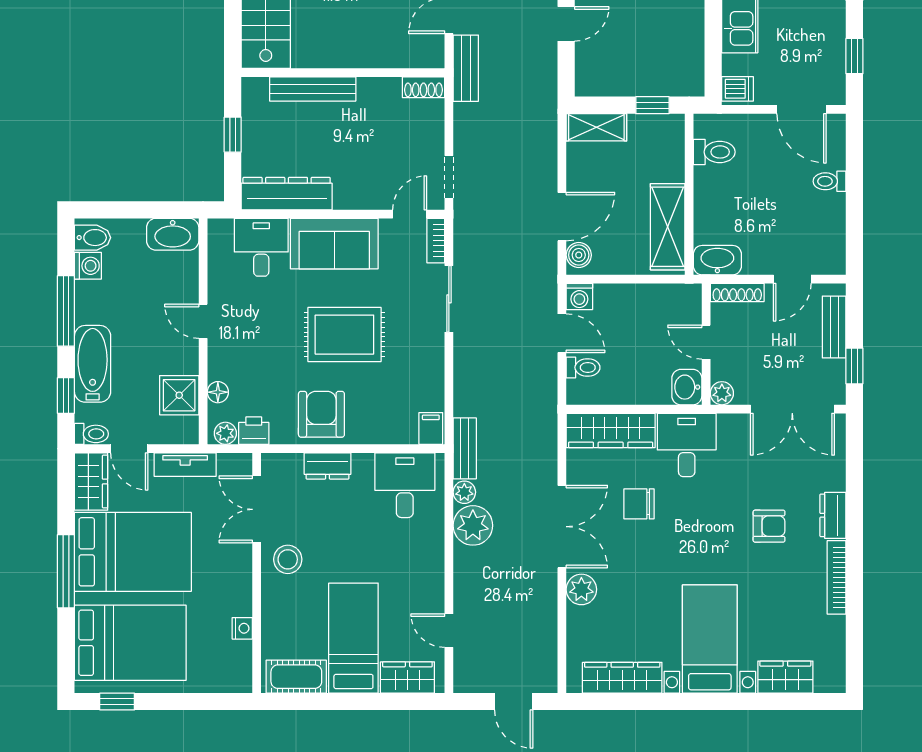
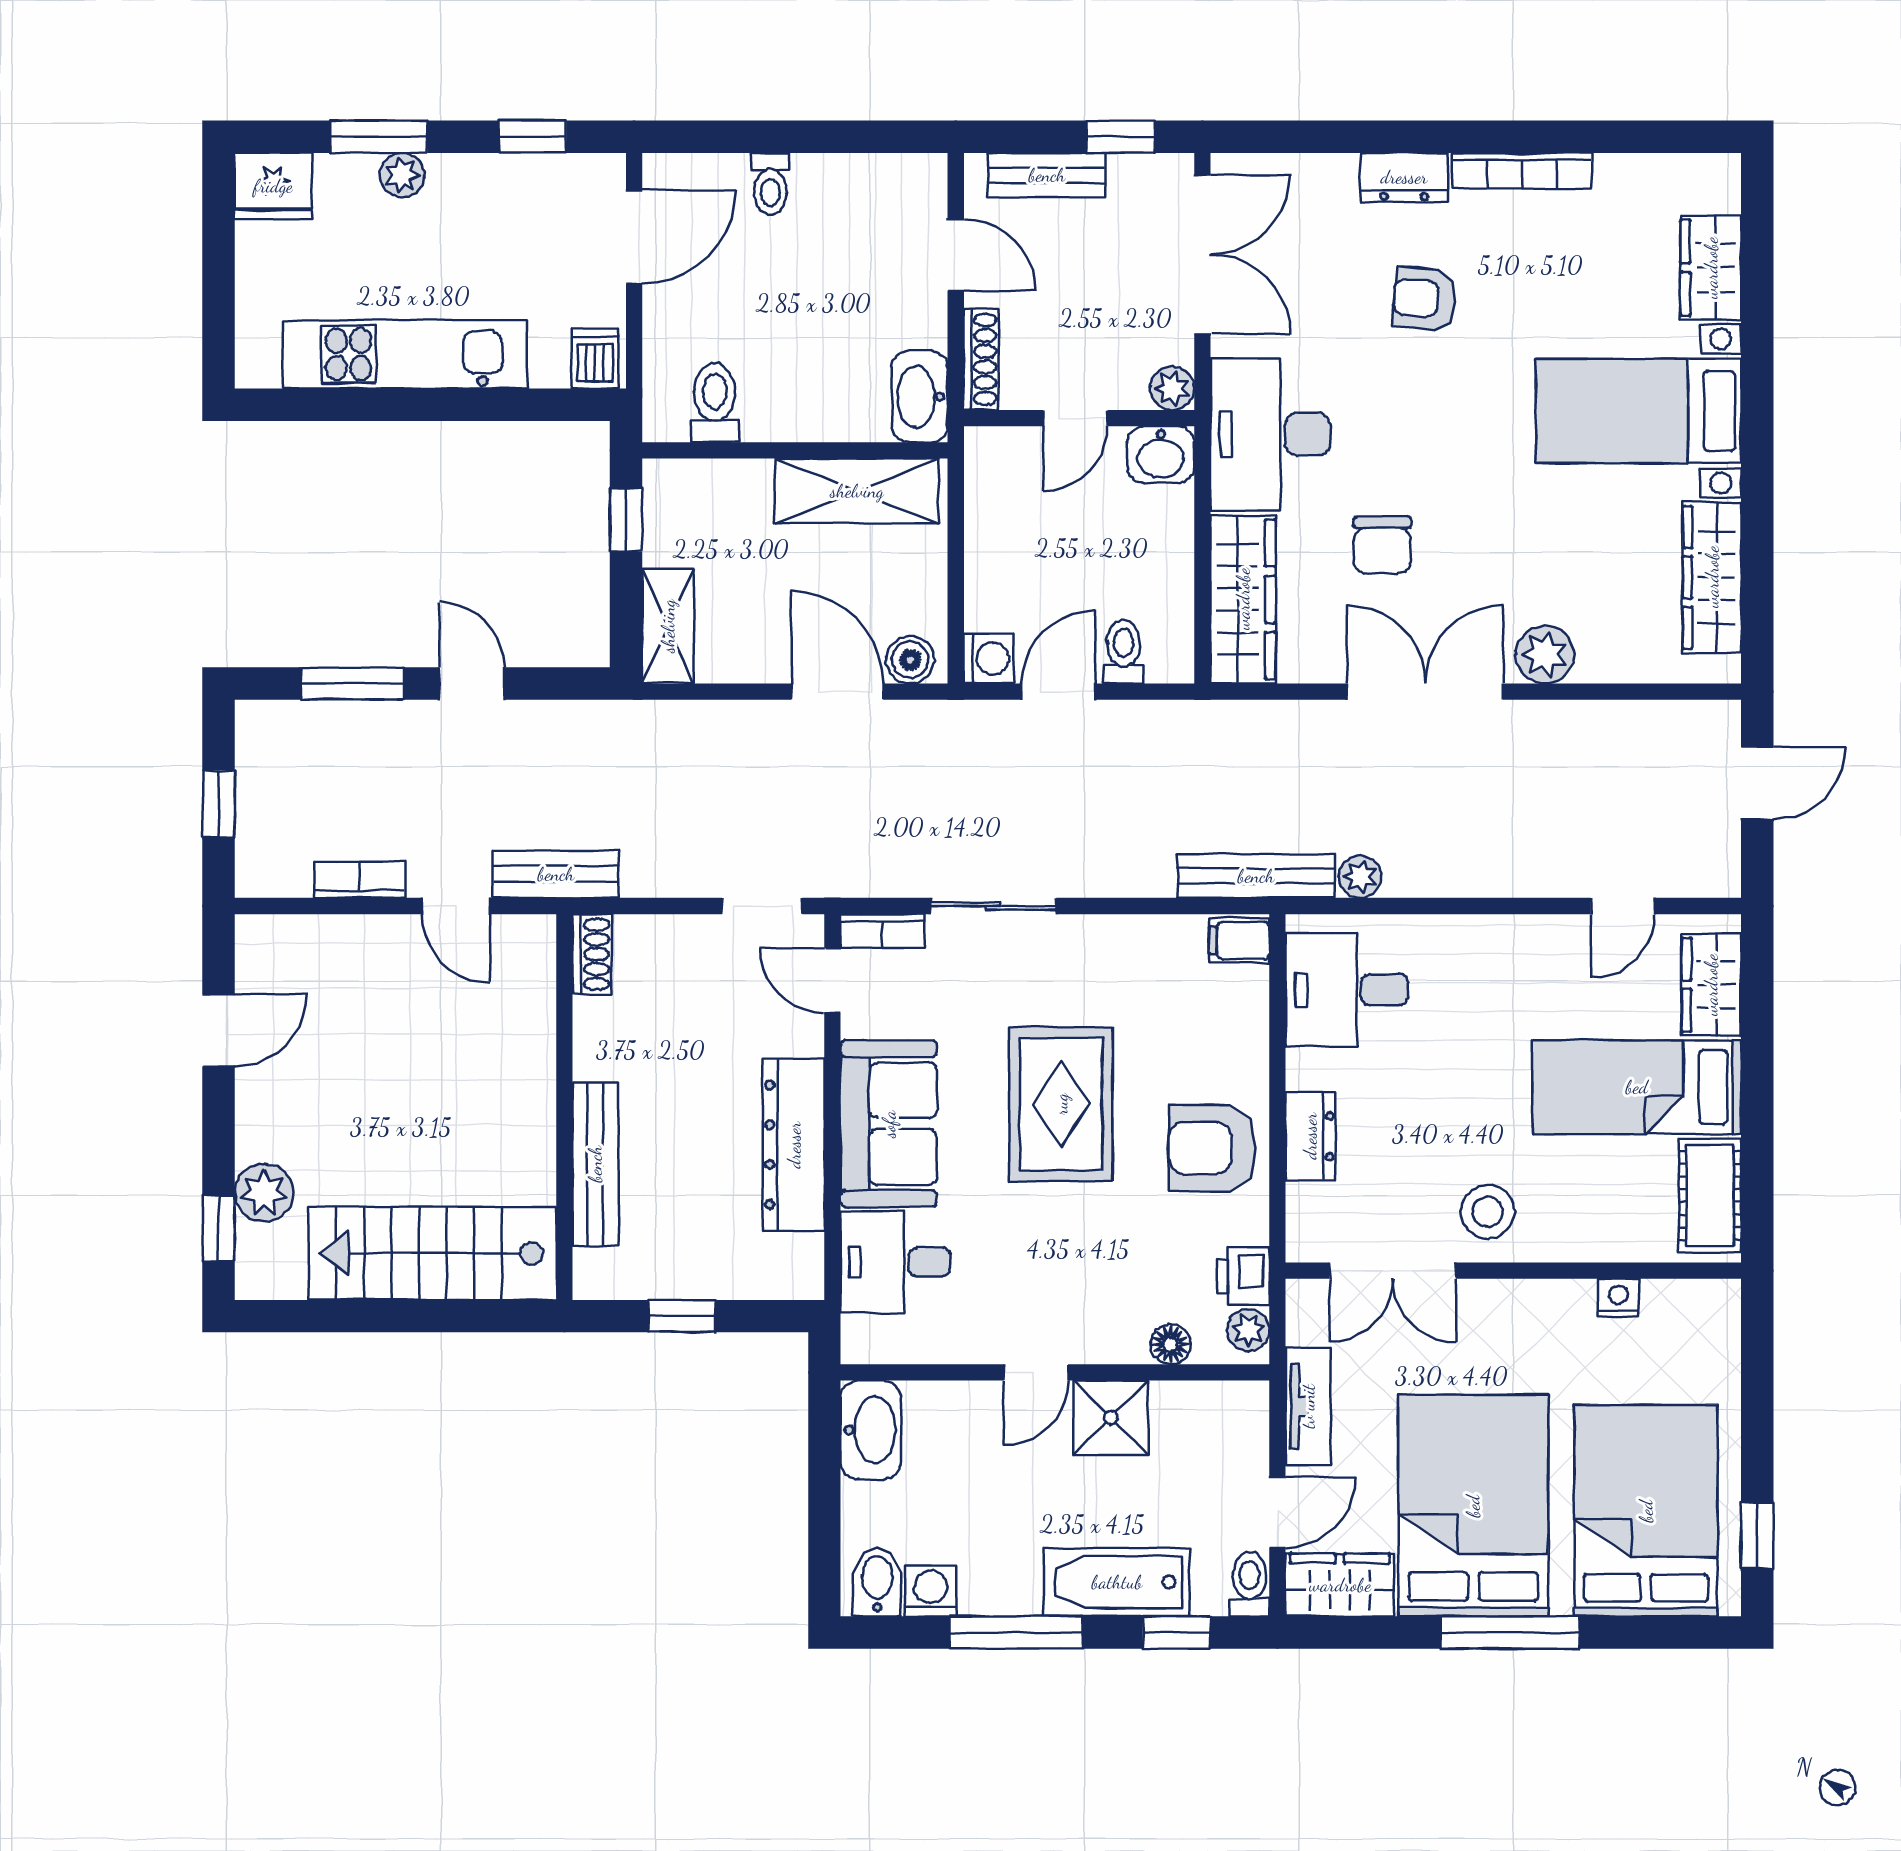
dresser: (287, 194) -> (794, 1145), moved
shower: (179, 395) -> (1111, 1418), moved
desk: (687, 445) -> (1270, 434), width x1.37
bench: (465, 448) -> (1256, 876), width x1.36
plant: (473, 525) -> (1423, 860), removed
armchair: (769, 526) -> (1424, 299), turned -85

